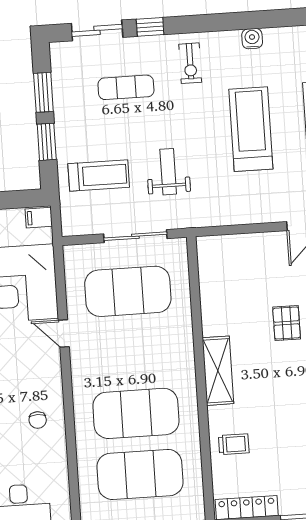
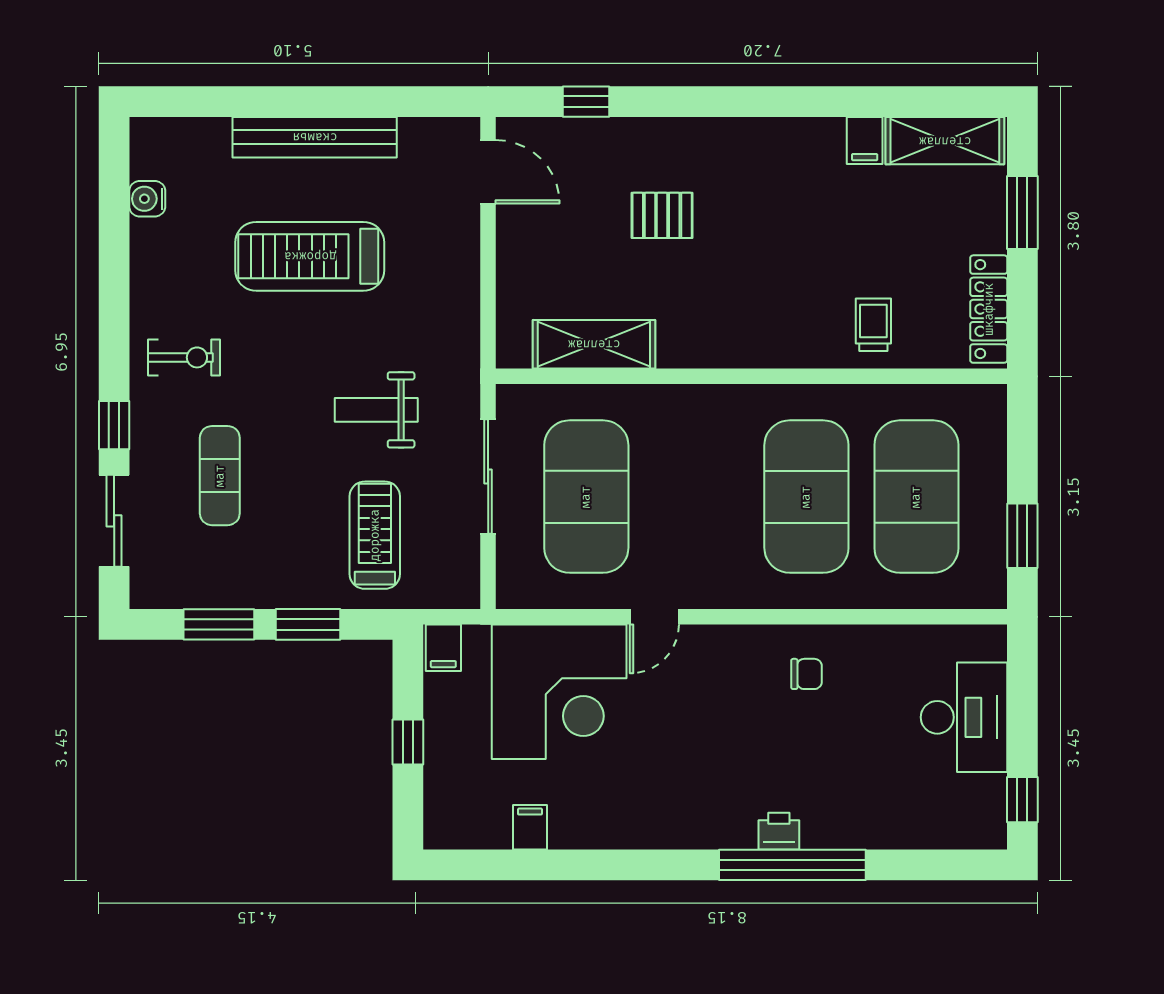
water cooler: (252, 39) -> (147, 199), moved
shelving: (218, 371) -> (594, 344), moved

